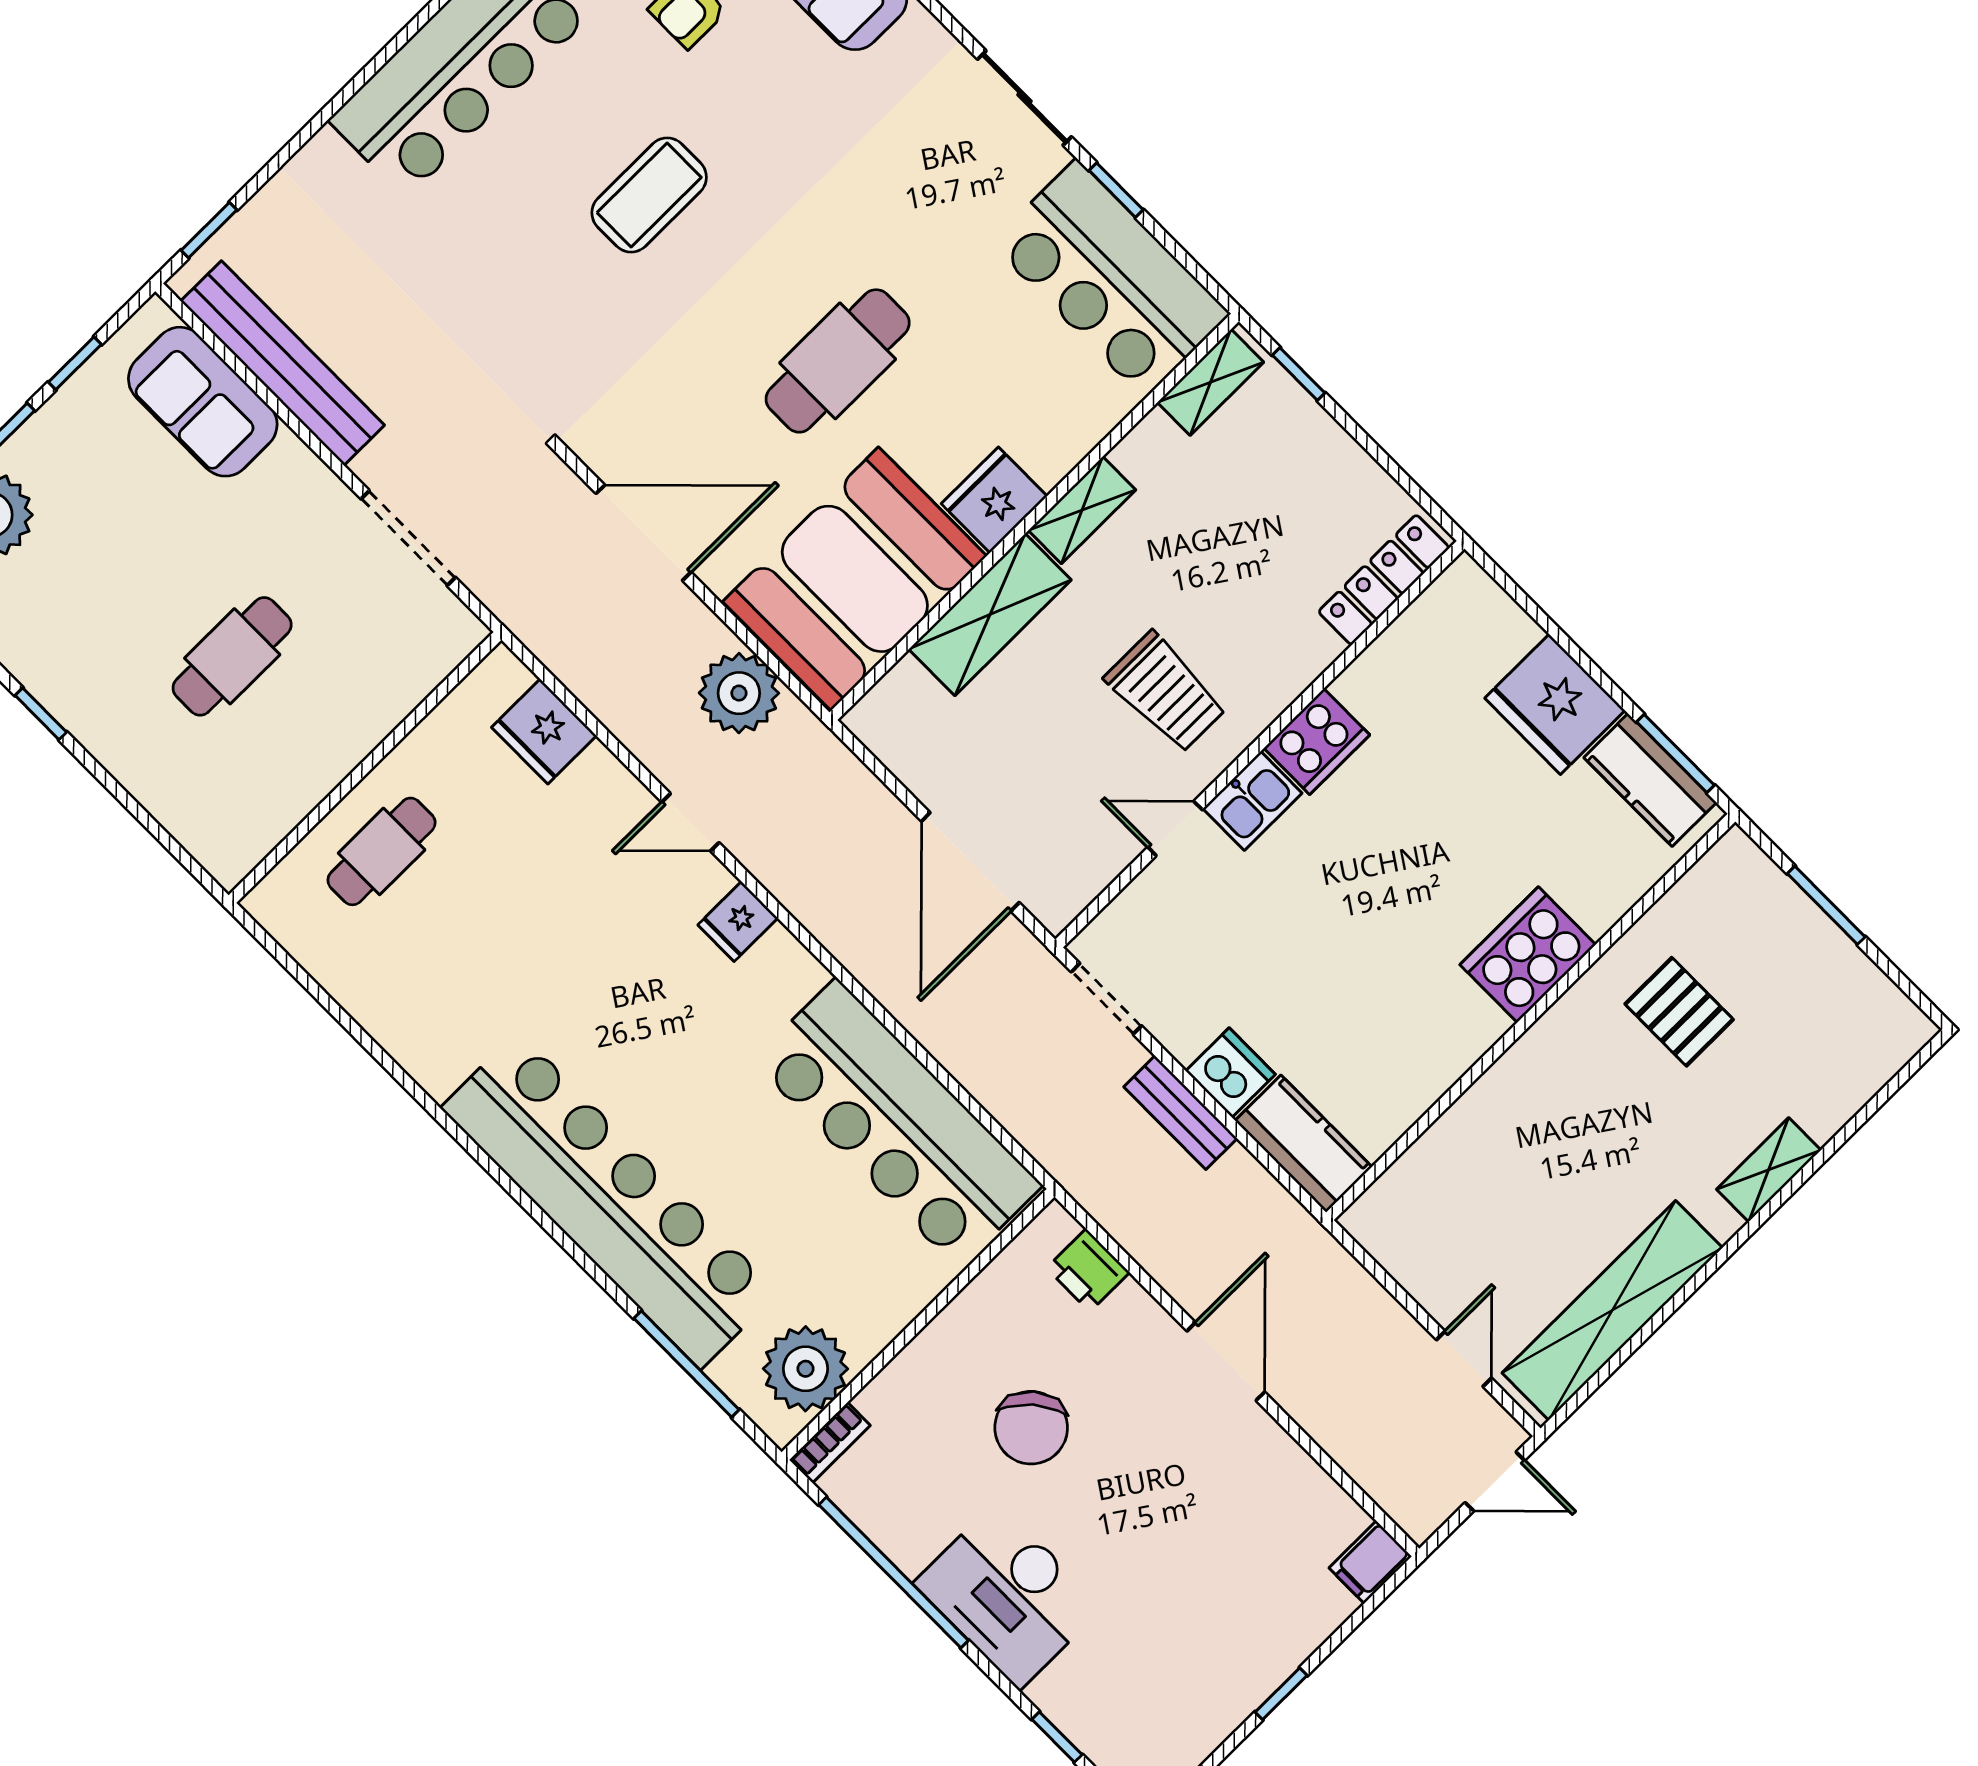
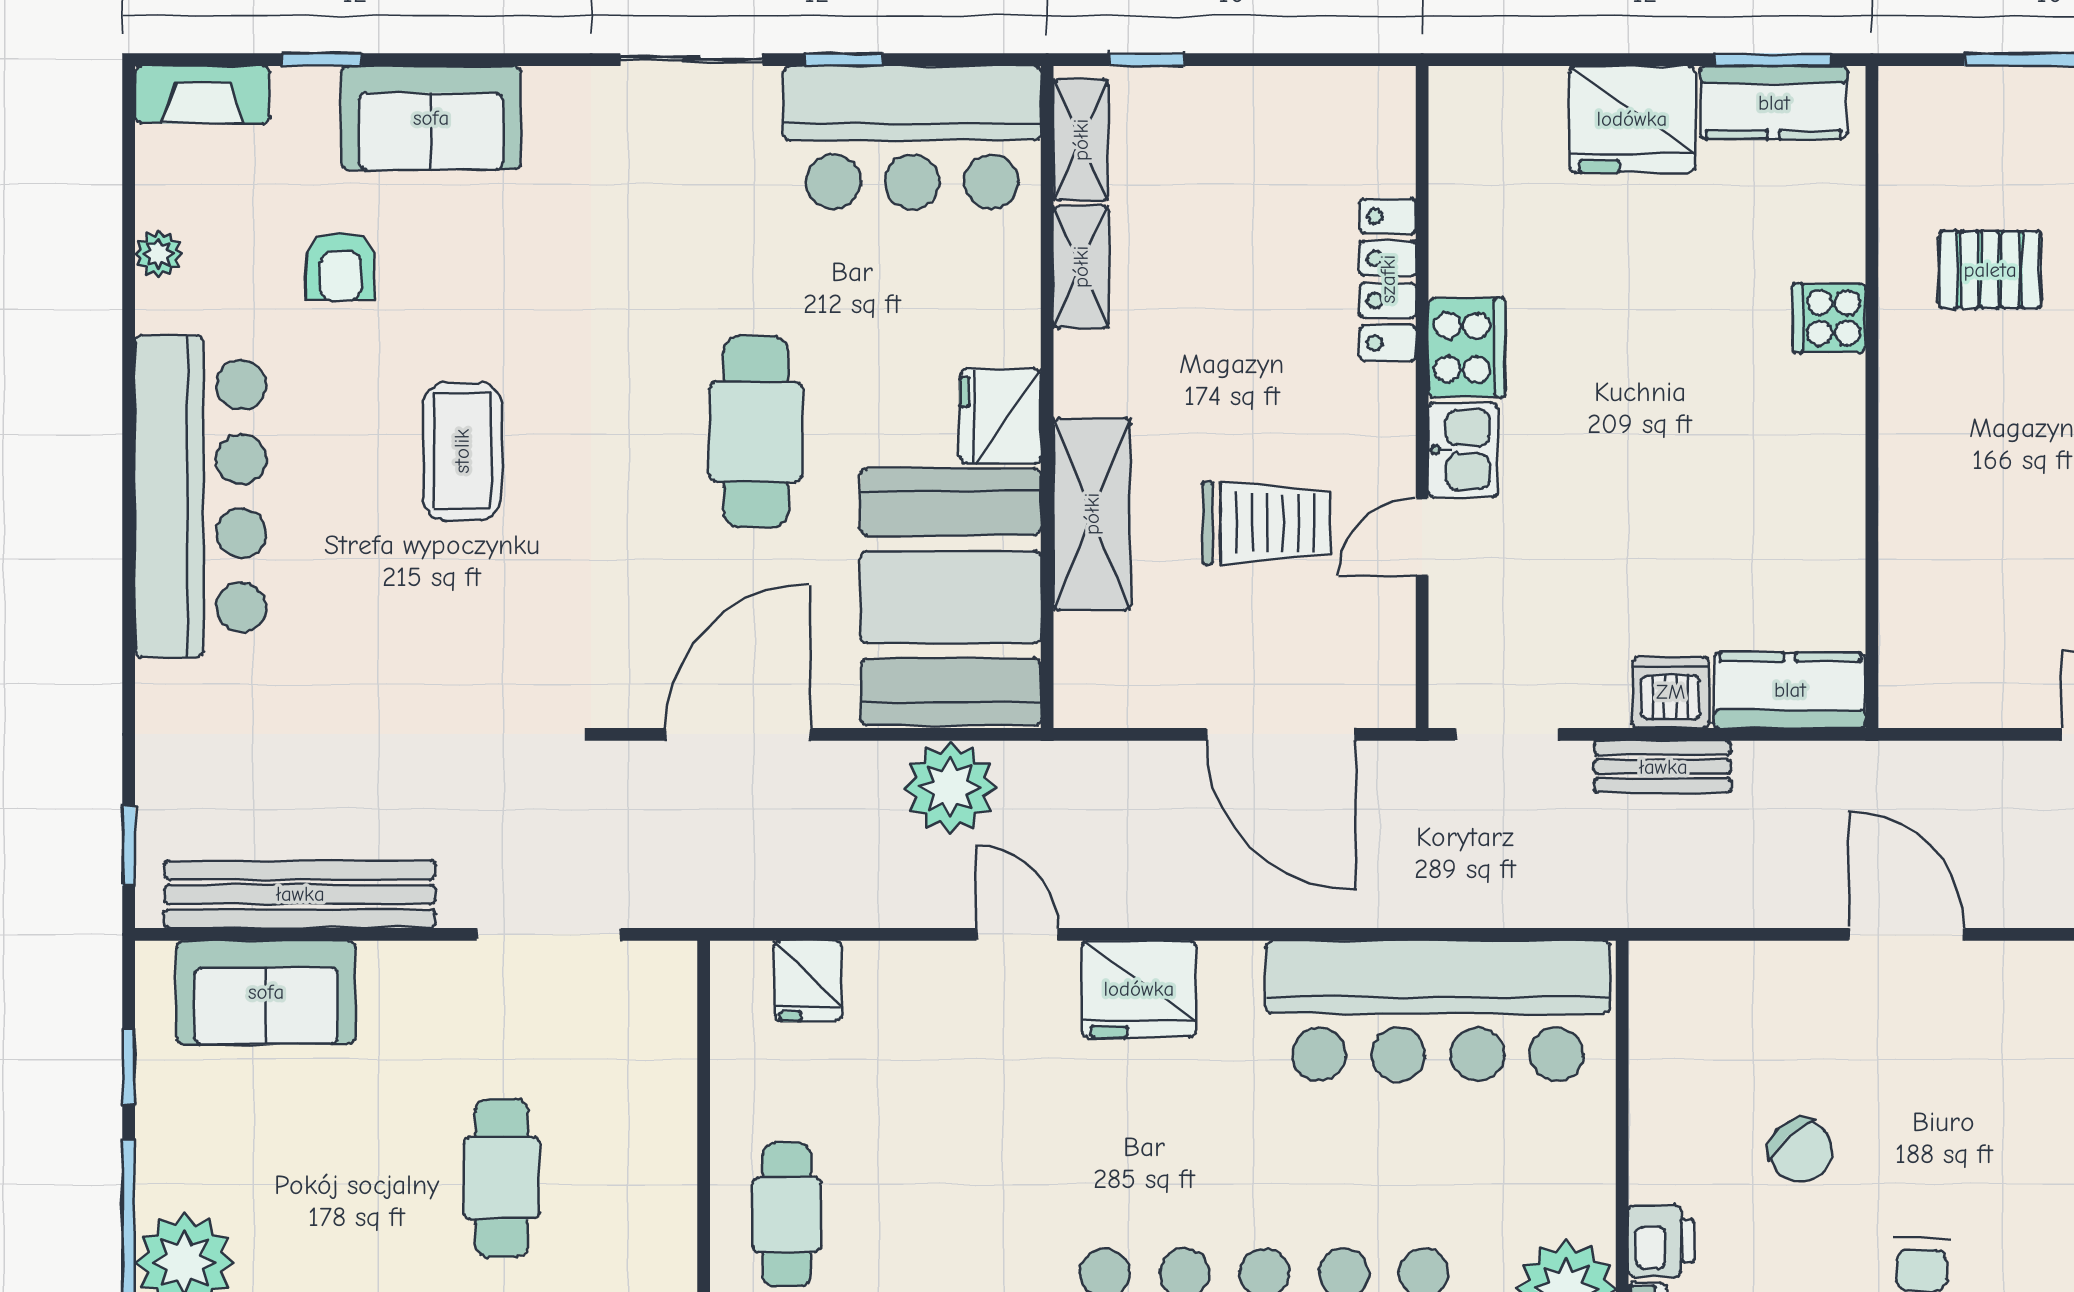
shelving: (1082, 510) -> (1081, 267), moved
locker: (1384, 580) -> (1388, 279), moved
trolley: (1166, 692) -> (1266, 523), moved
fridge: (544, 731) -> (808, 981), width x0.72
door: (690, 822) -> (1017, 934), swing flipped
fridge: (738, 922) -> (1139, 989), width x1.88, depth x1.34
cooker: (1528, 955) -> (1829, 318), width x0.53, depth x0.76
printer: (1088, 1270) -> (1661, 1241), moved, turned -90
chair: (1031, 1428) -> (1801, 1151), width x0.73, depth x0.73

